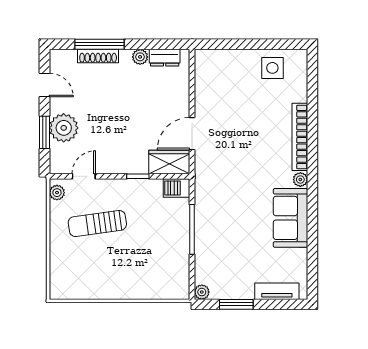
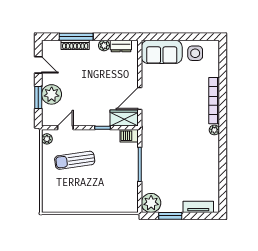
sofa: (290, 218) -> (162, 52), moved, turned -90
plant: (202, 292) -> (151, 203), width x1.88, depth x1.88

